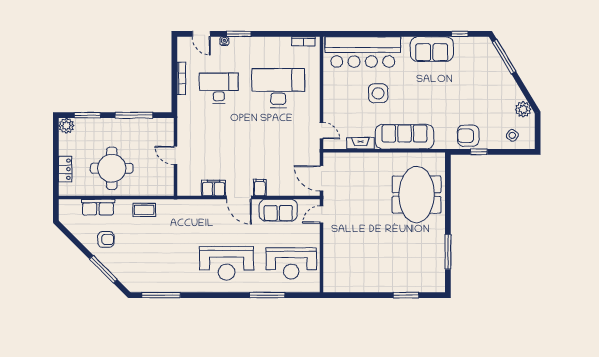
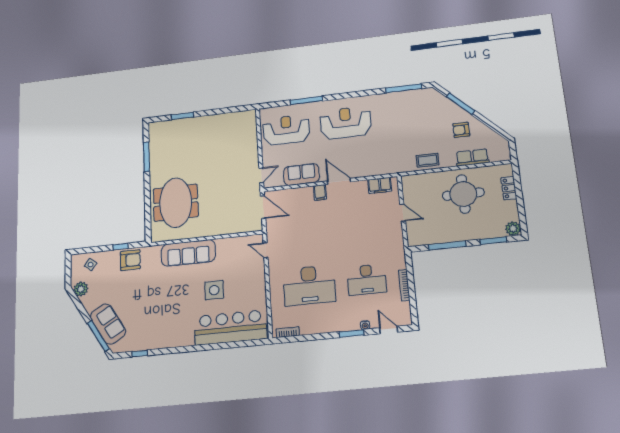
sofa: (432, 49) -> (108, 324), moved, turned 59
fireplace: (361, 143) -> (229, 243), removed
filing cabinet: (214, 188) -> (380, 185), moved

